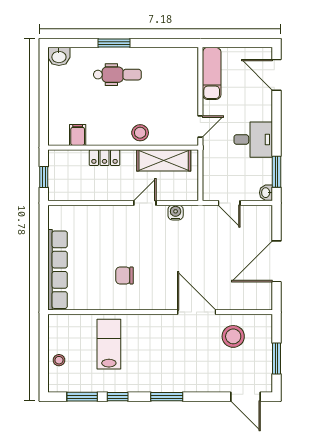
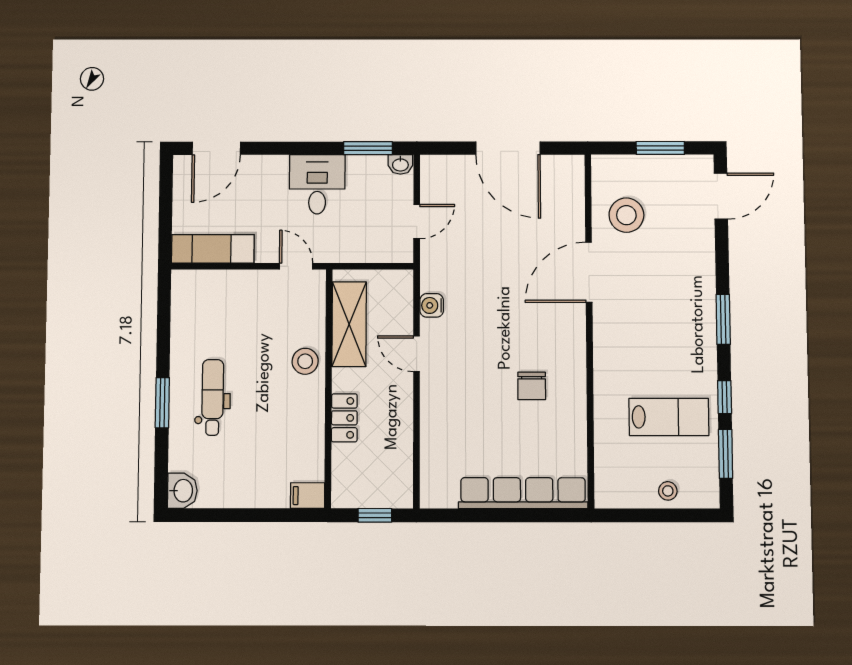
filing cabinet: (78, 135) -> (308, 496), moved
lab bench: (109, 344) -> (669, 417), moved, turned 180

